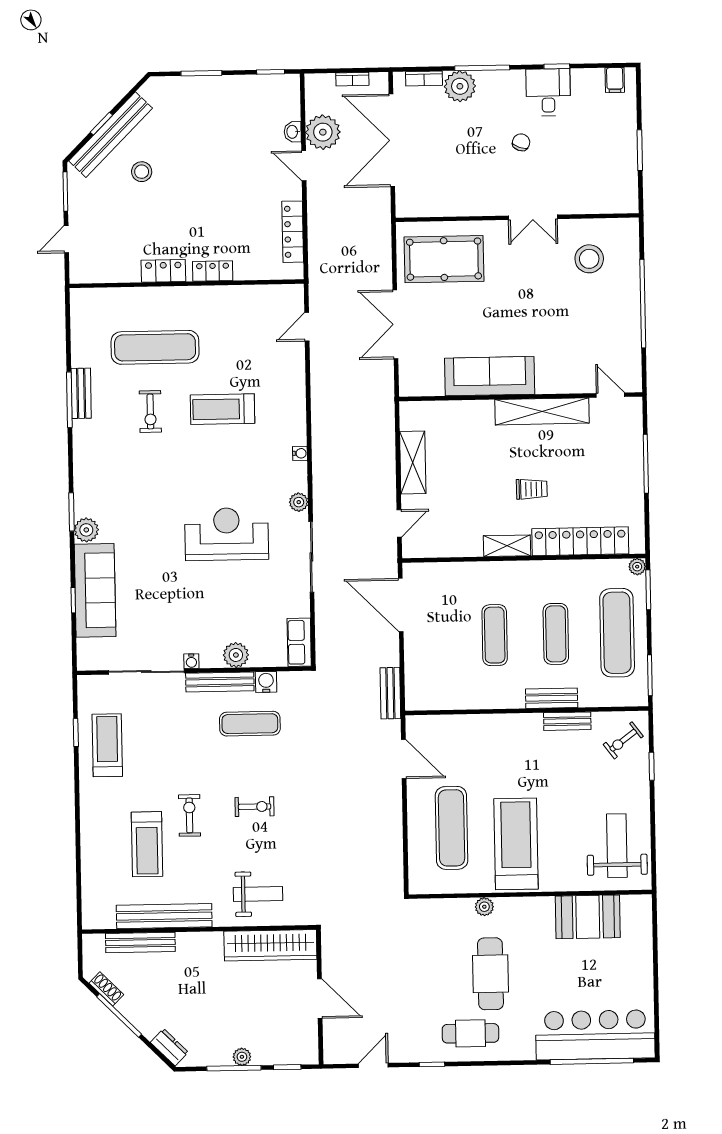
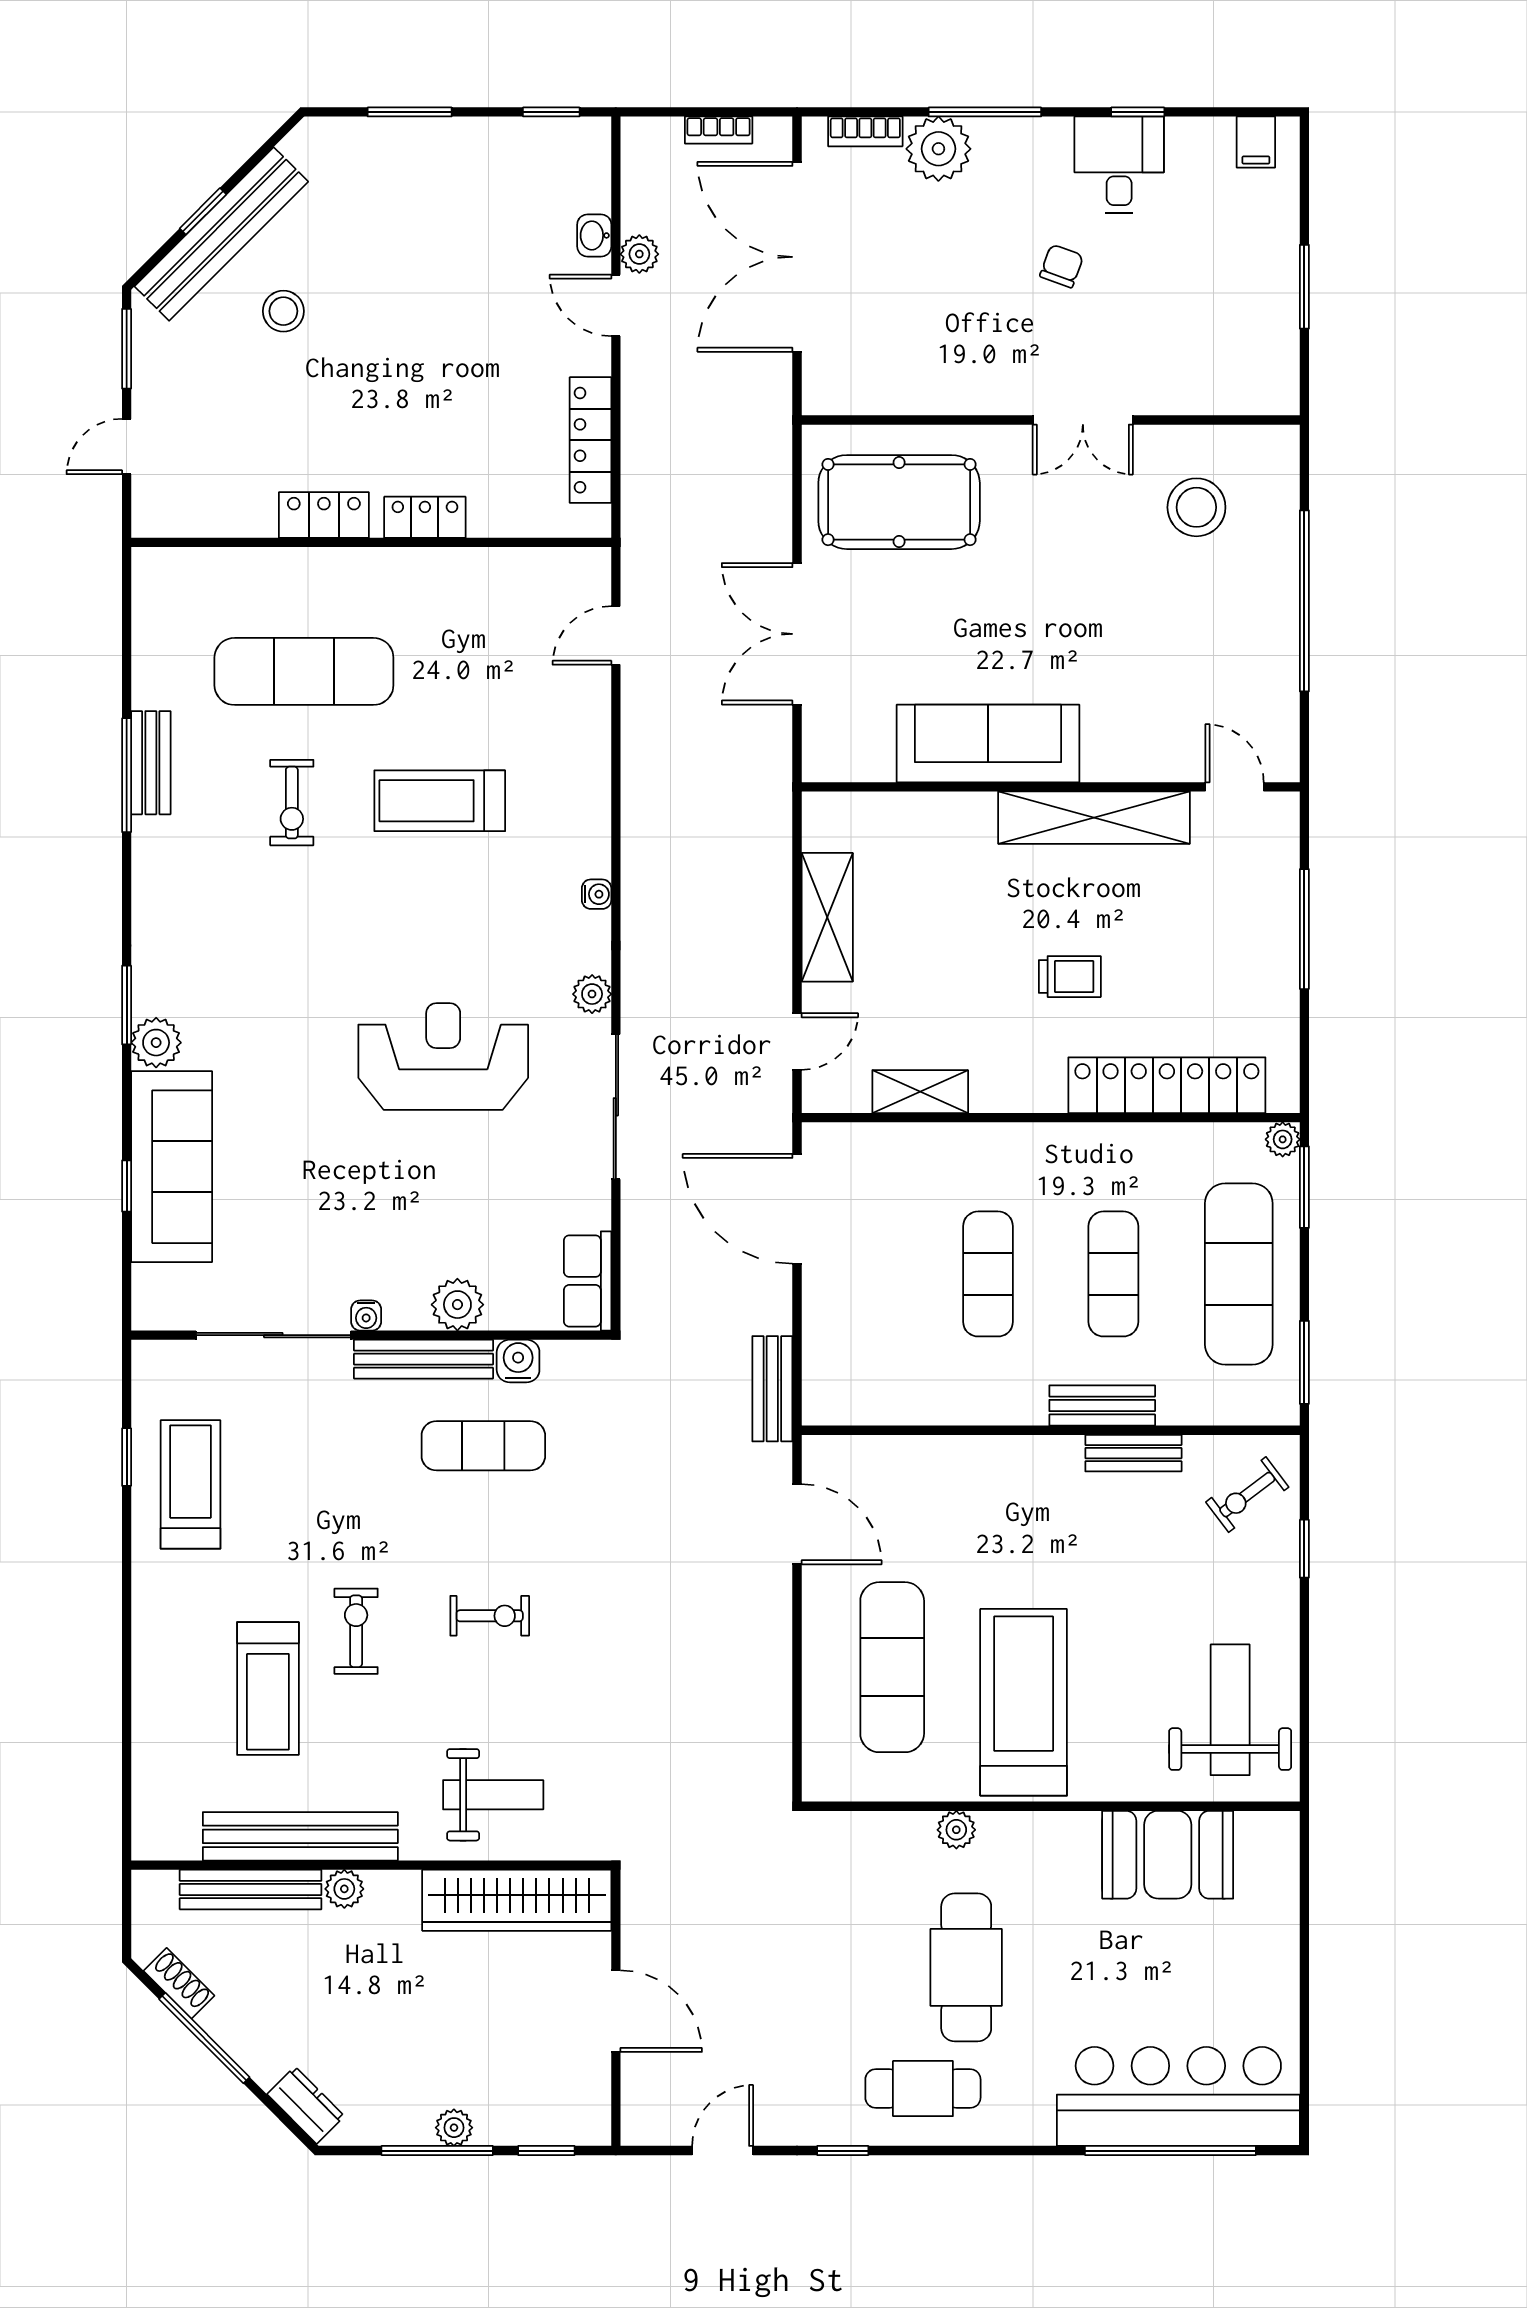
plant: (323, 132) -> (639, 254), width x0.53, depth x0.53
shelving: (507, 546) -> (920, 1092), moved
plant: (186, 941) -> (344, 1889), added

